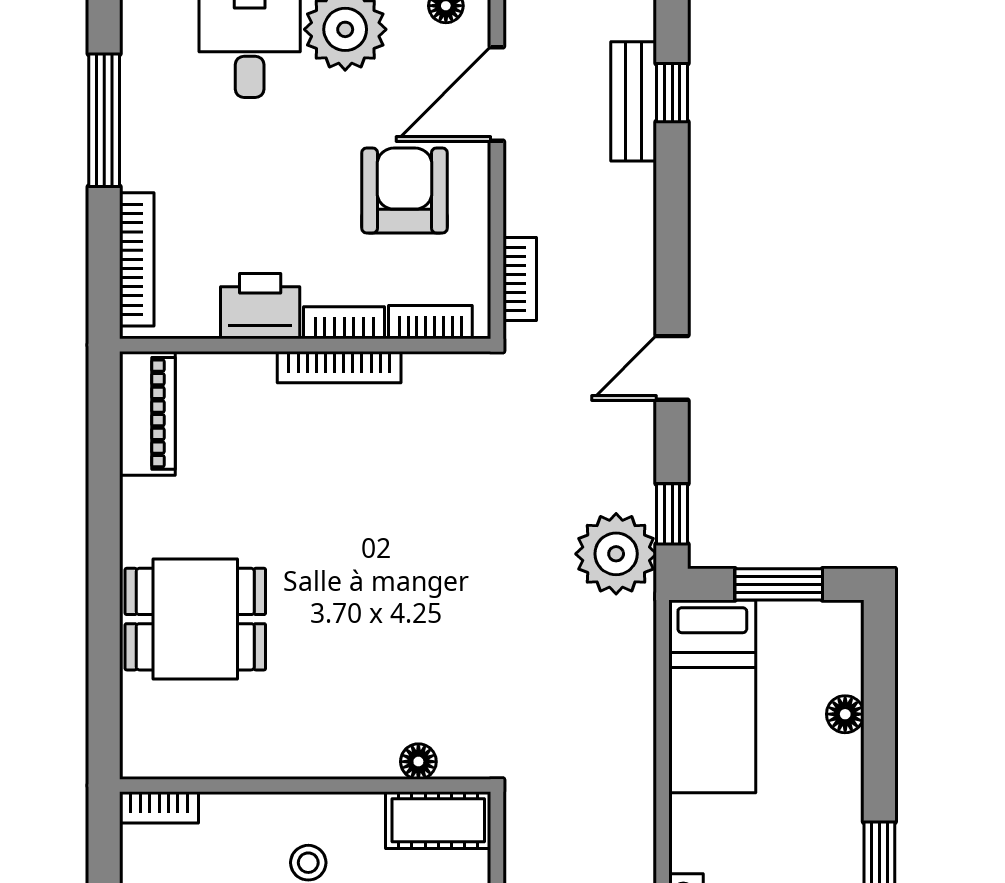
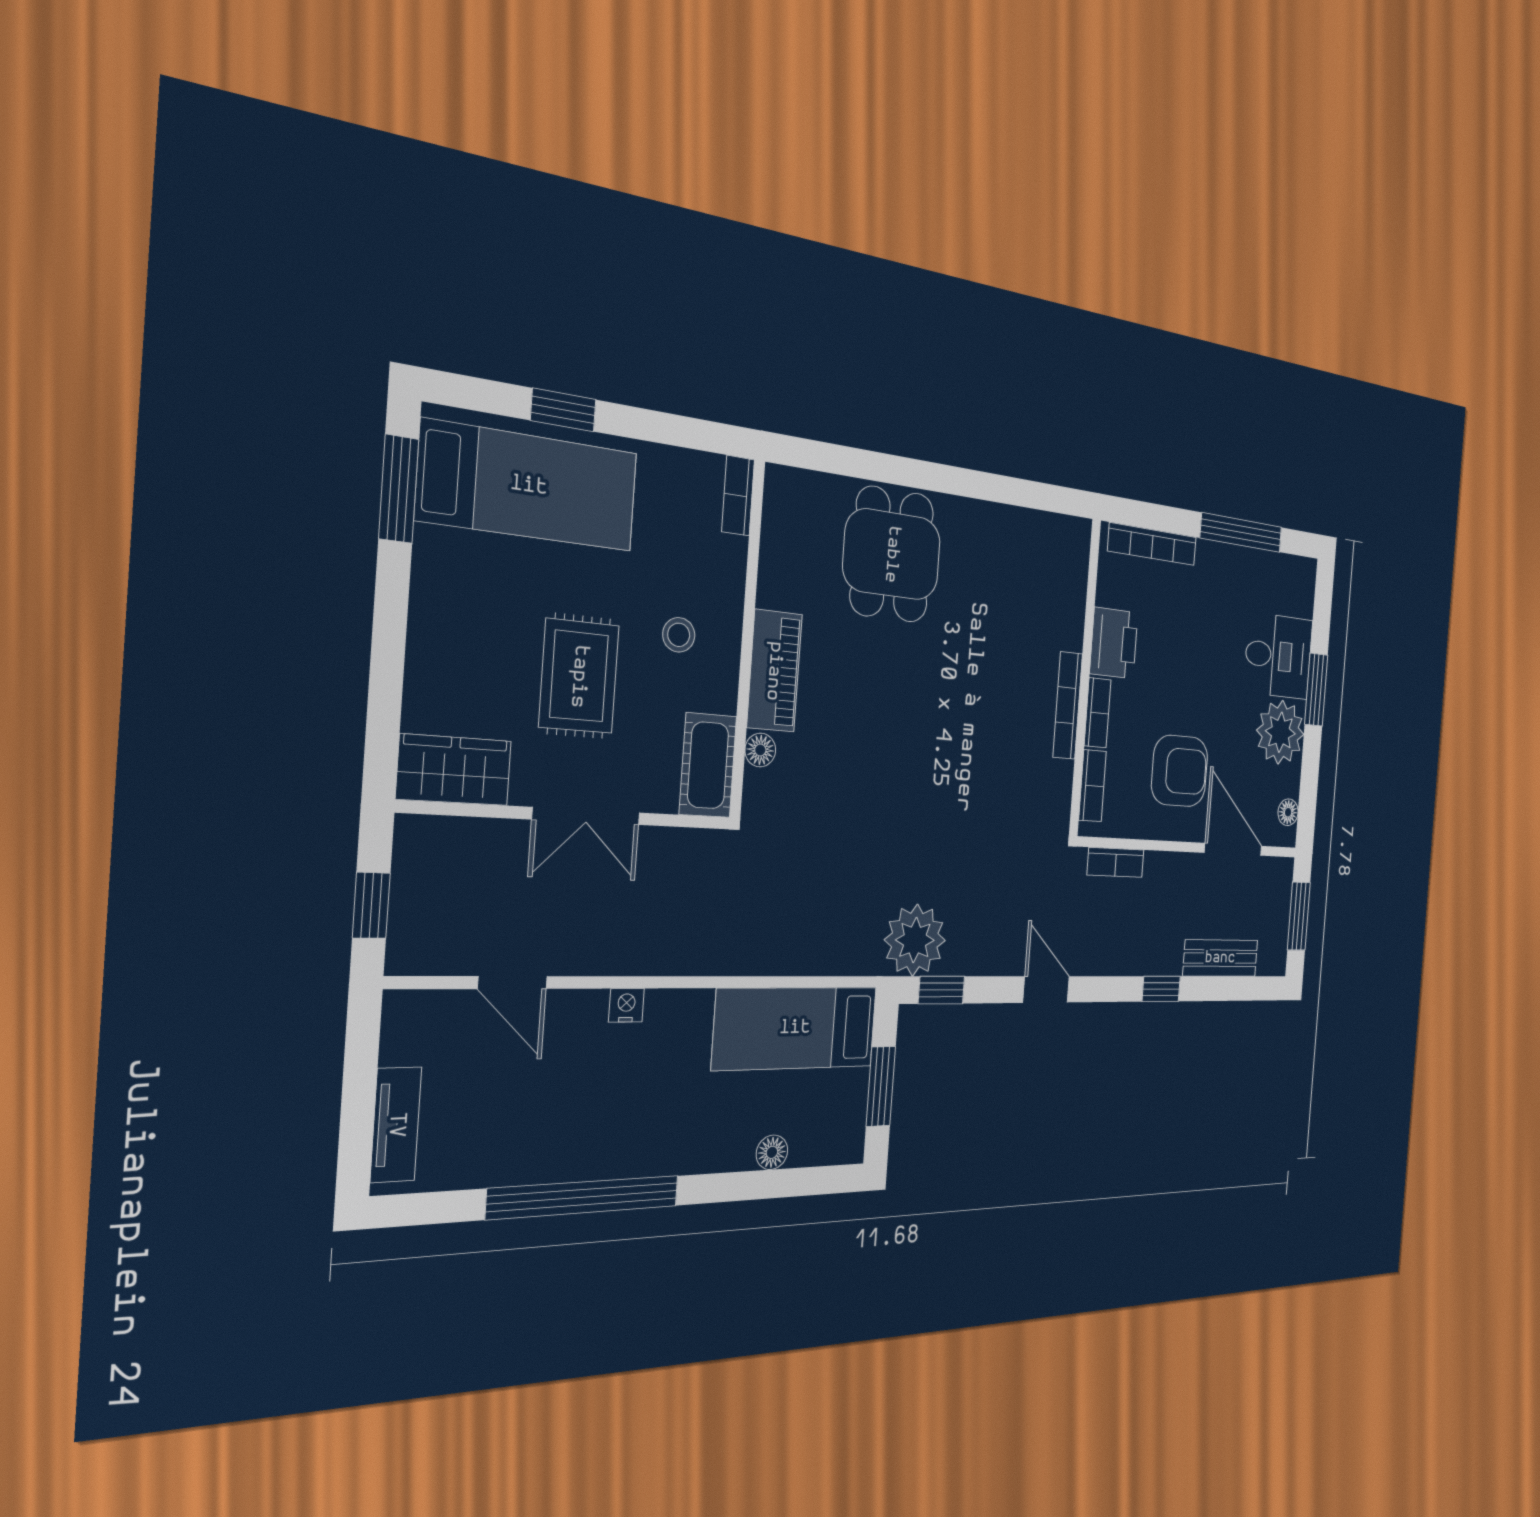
window: (672, 93) -> (1161, 989), moved
piano: (147, 413) -> (774, 671), moved, turned -90

